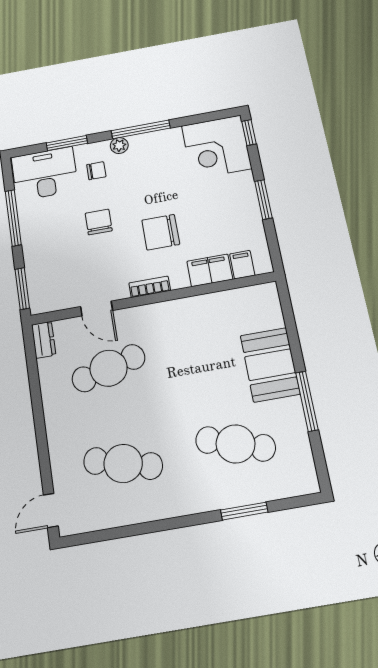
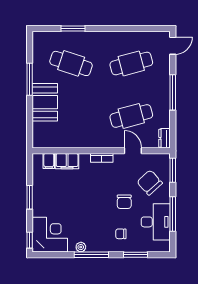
plant: (119, 146) -> (81, 247), moved
desk: (45, 174) -> (156, 222), moved, turned -90
chair: (161, 232) -> (150, 183), moved, turned -132
window: (40, 423) -> (173, 92), added
cafe table: (123, 463) -> (131, 63), turned -30

